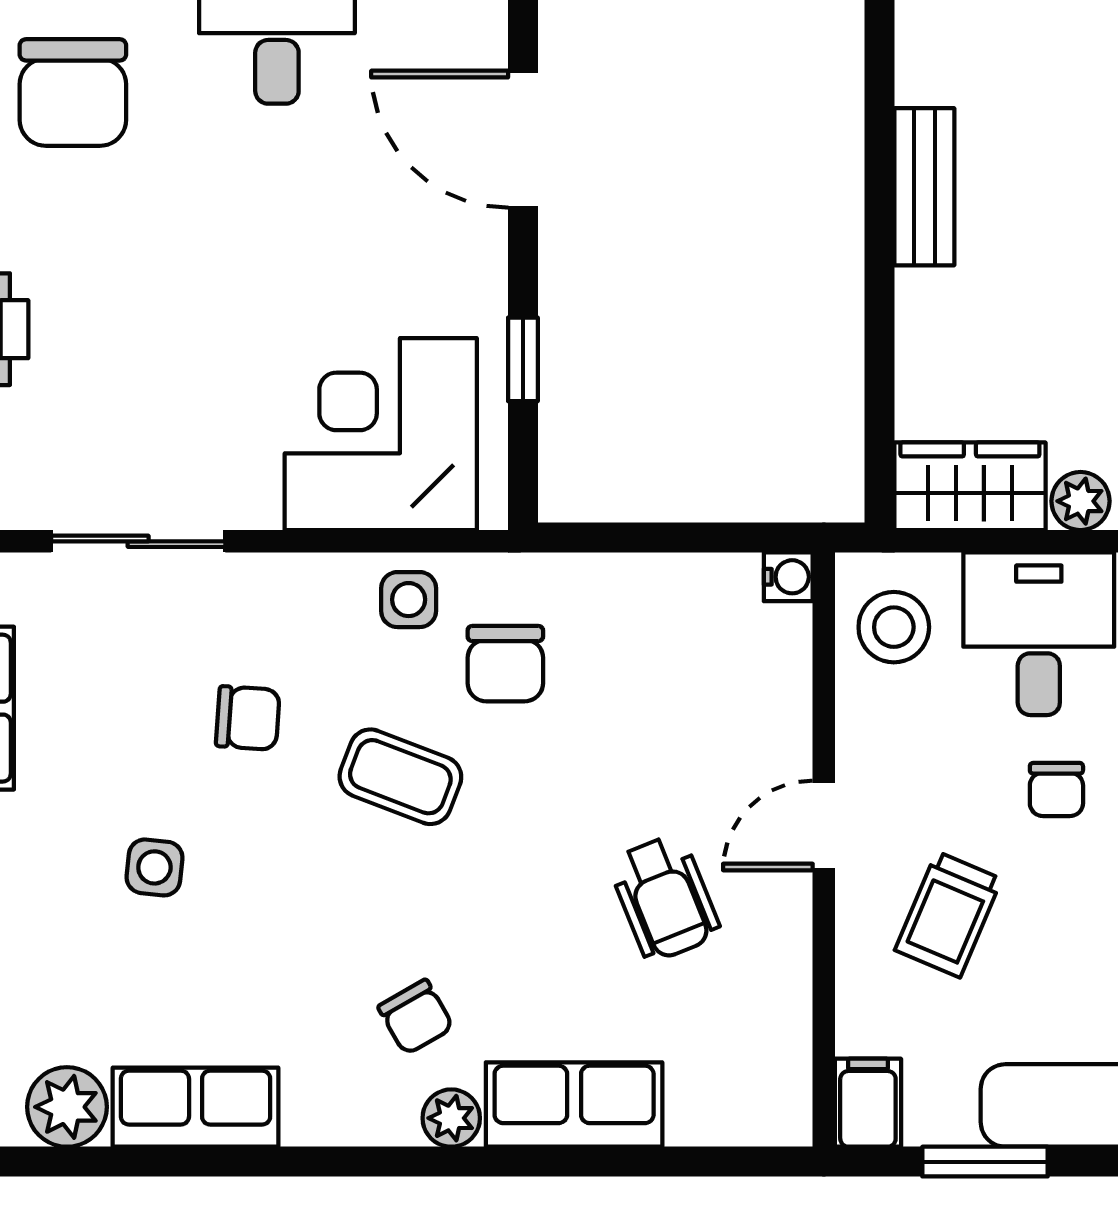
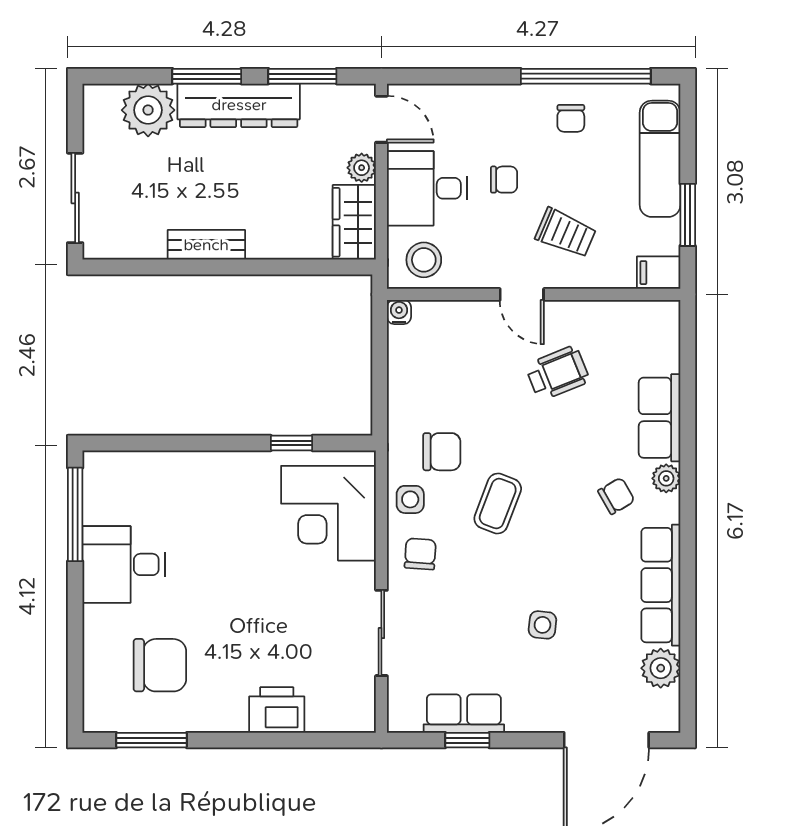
door: (523, 139) -> (183, 443), removed
chair: (248, 718) -> (420, 554), moved
row of seats: (196, 1107) -> (661, 585), width x1.48

